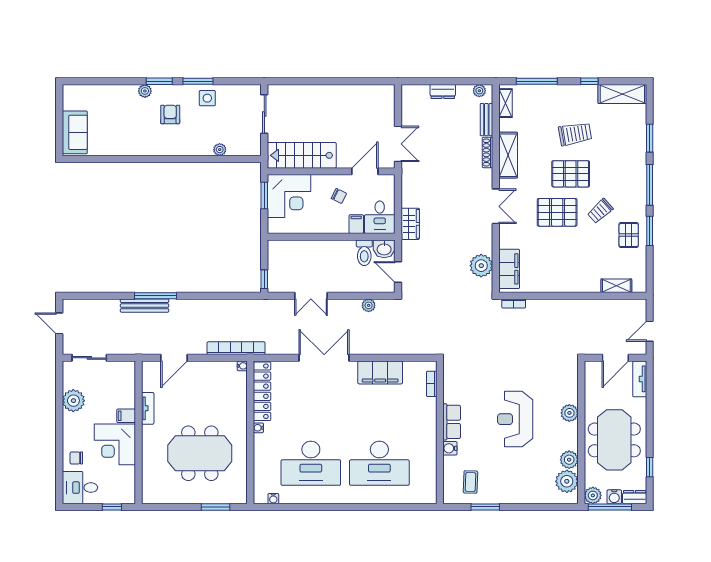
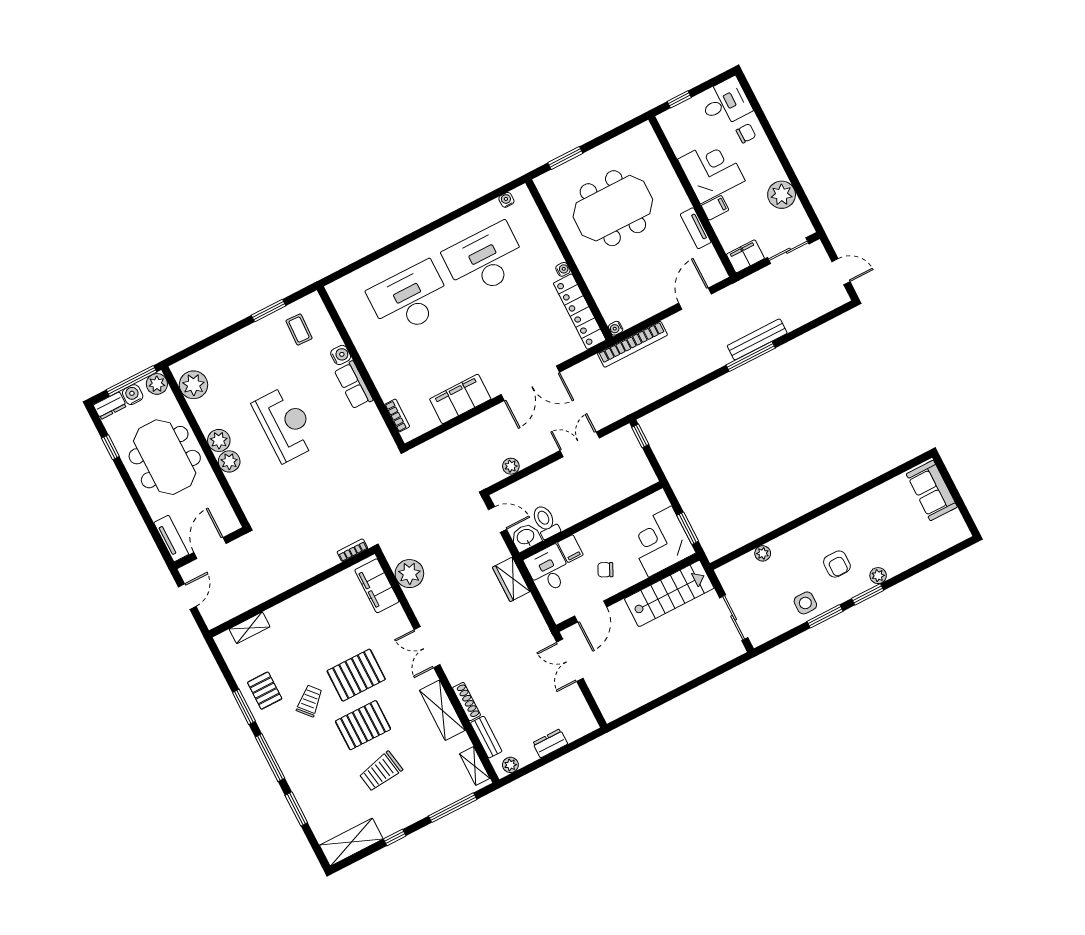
filing cabinet: (122, 370) -> (745, 256), added
plant: (569, 460) -> (219, 440), moved

